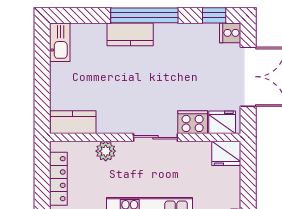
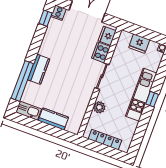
window: (144, 15) -> (22, 81), moved
kitchen counter: (73, 122) -> (53, 119), moved, turned 90
fridge: (226, 153) -> (139, 44), moved, turned 90

